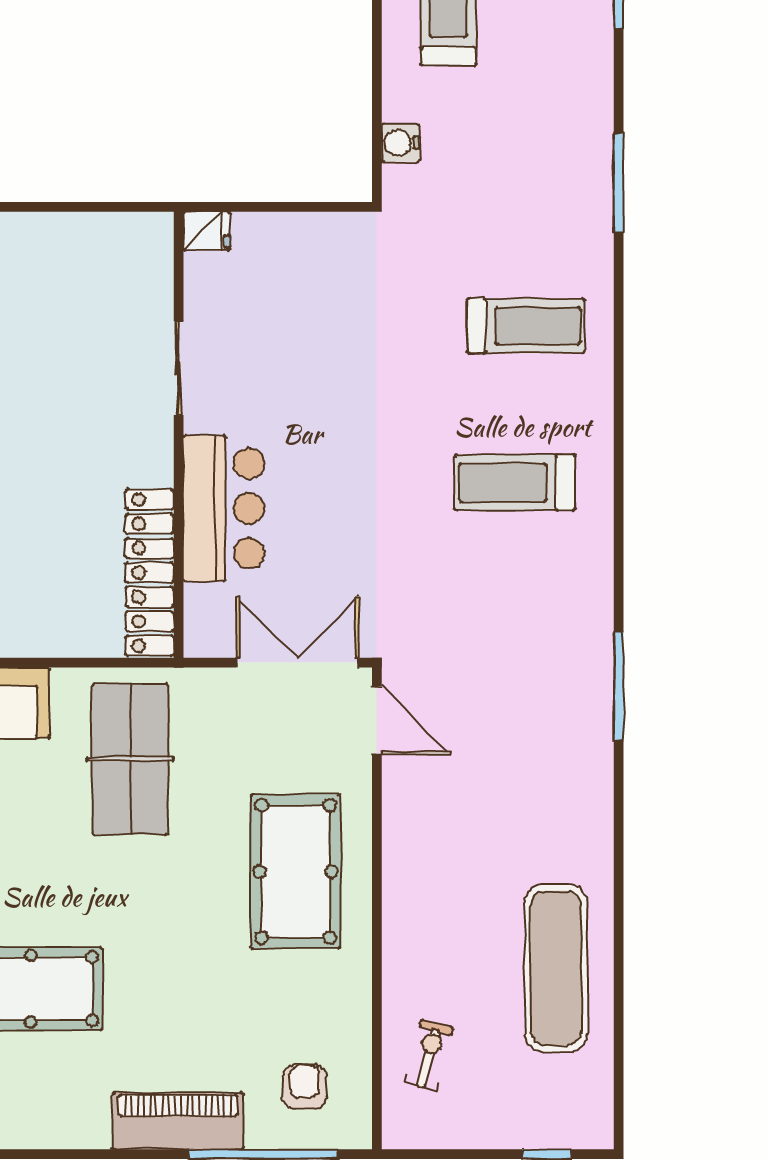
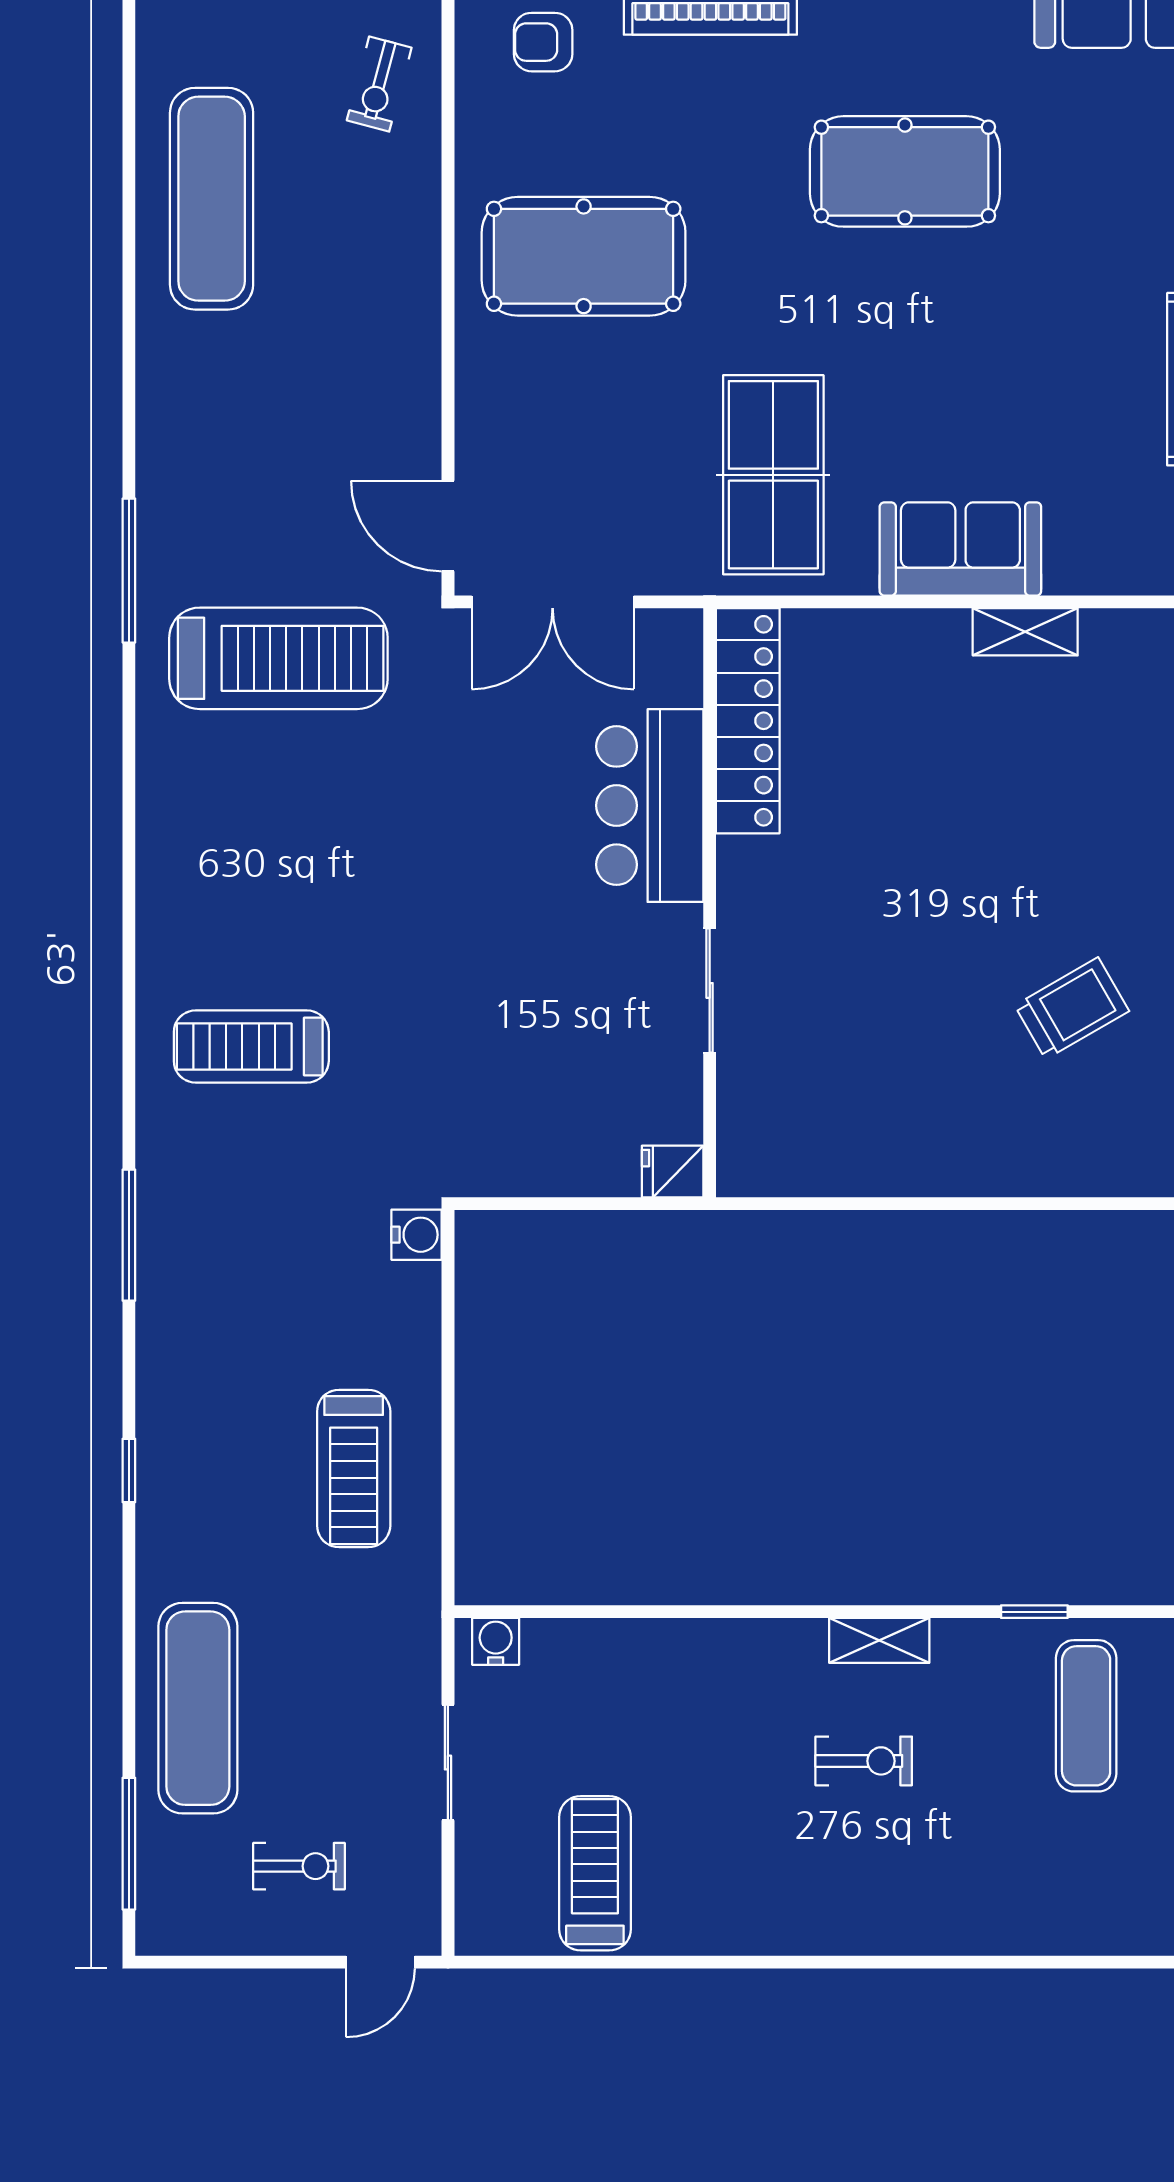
water cooler: (401, 143) -> (417, 1235), moved
treadmill: (515, 482) -> (278, 658), moved, width x1.37, depth x1.38
pool table: (296, 871) -> (584, 256), moved, turned 90
armchair: (305, 1087) -> (543, 42), turned 90

